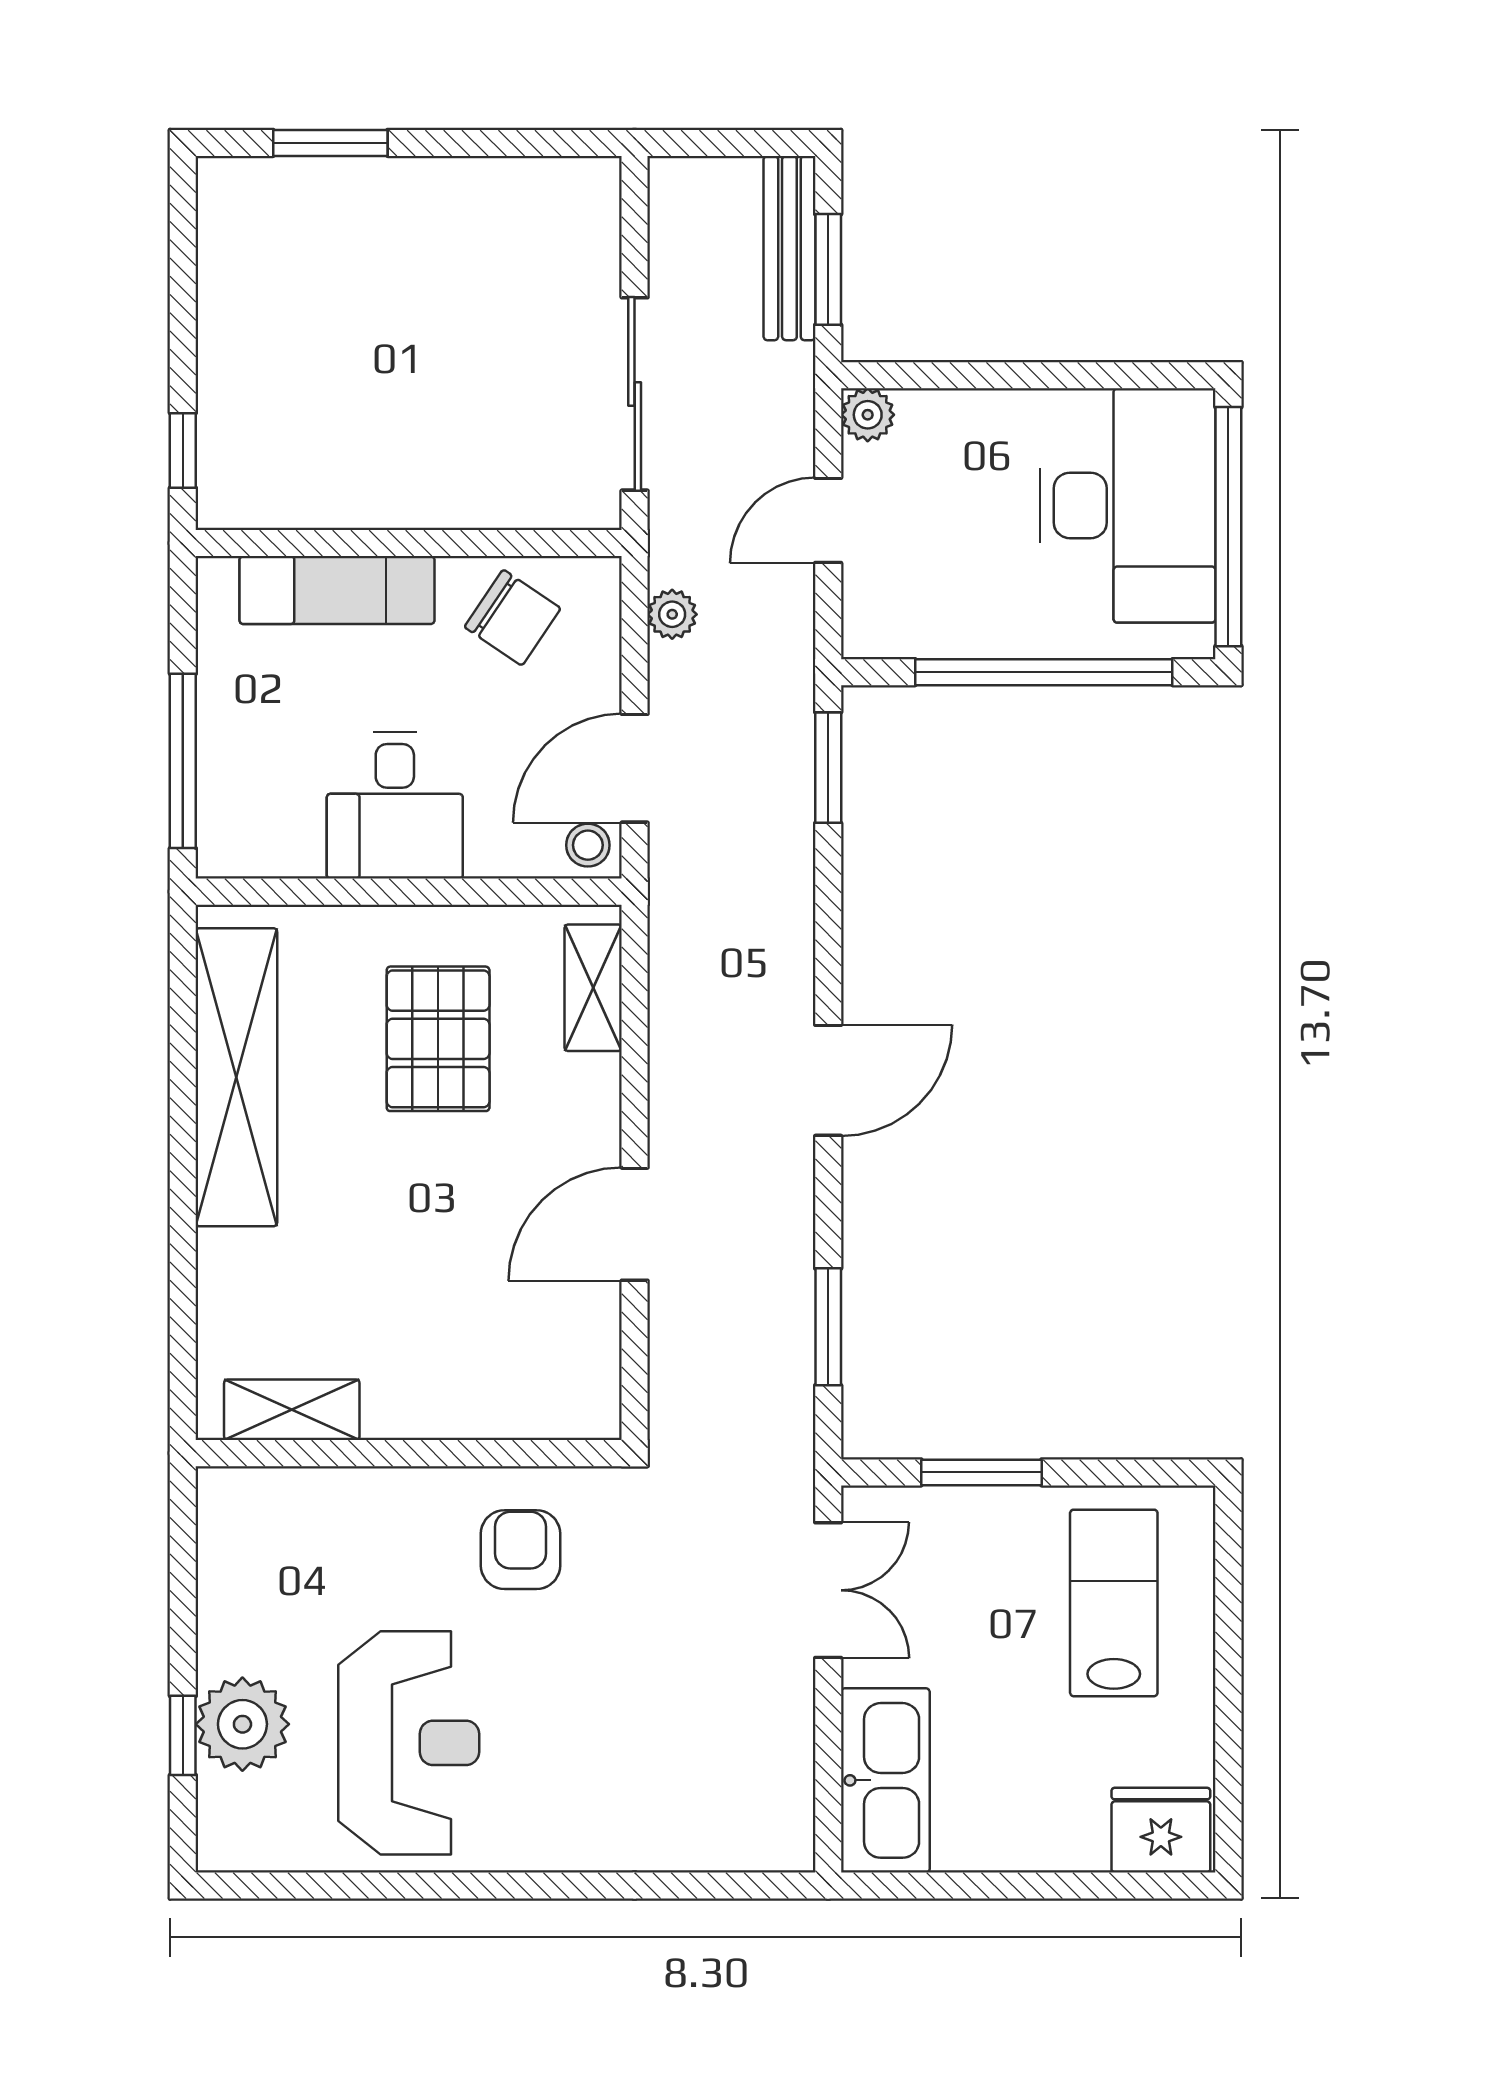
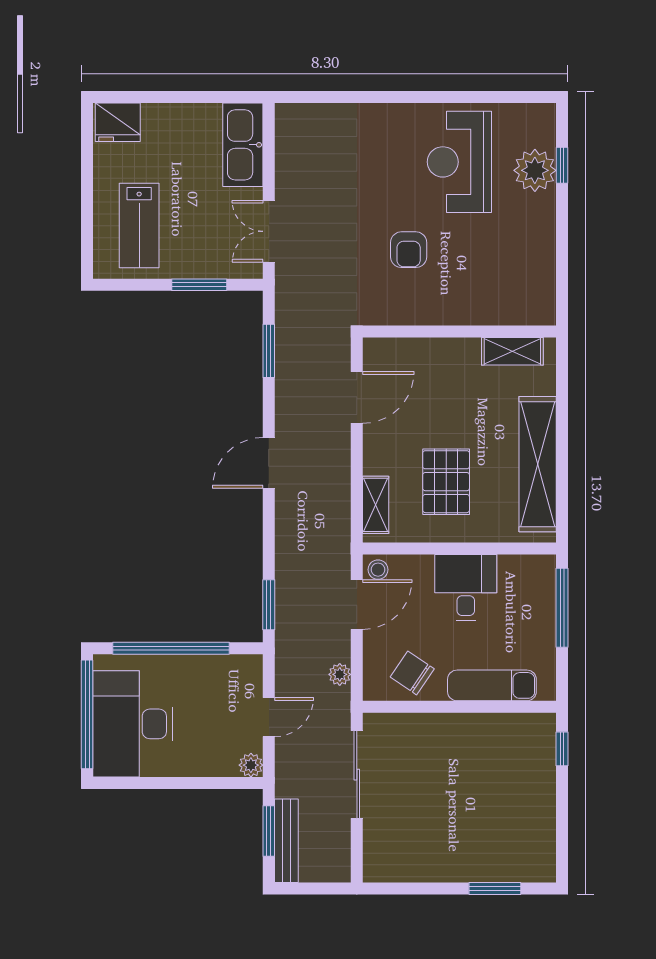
shelving: (292, 1410) -> (512, 351), moved
wall: (409, 1453) -> (459, 332), moved

